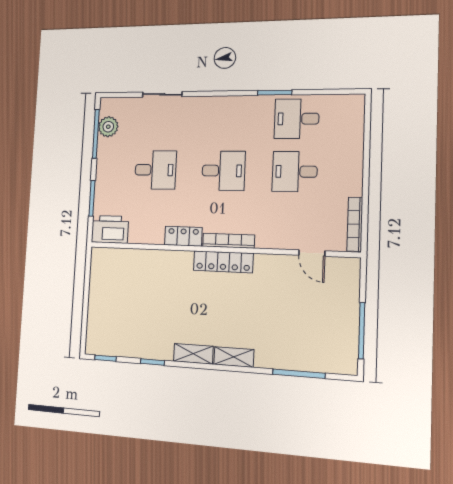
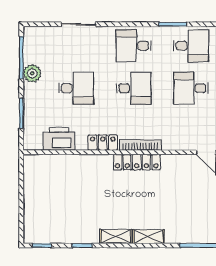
desk: (226, 119) -> (134, 46), added
desk: (297, 119) -> (191, 46), turned 180
plant: (108, 127) -> (32, 73), moved
printer: (110, 229) -> (59, 139), moved

